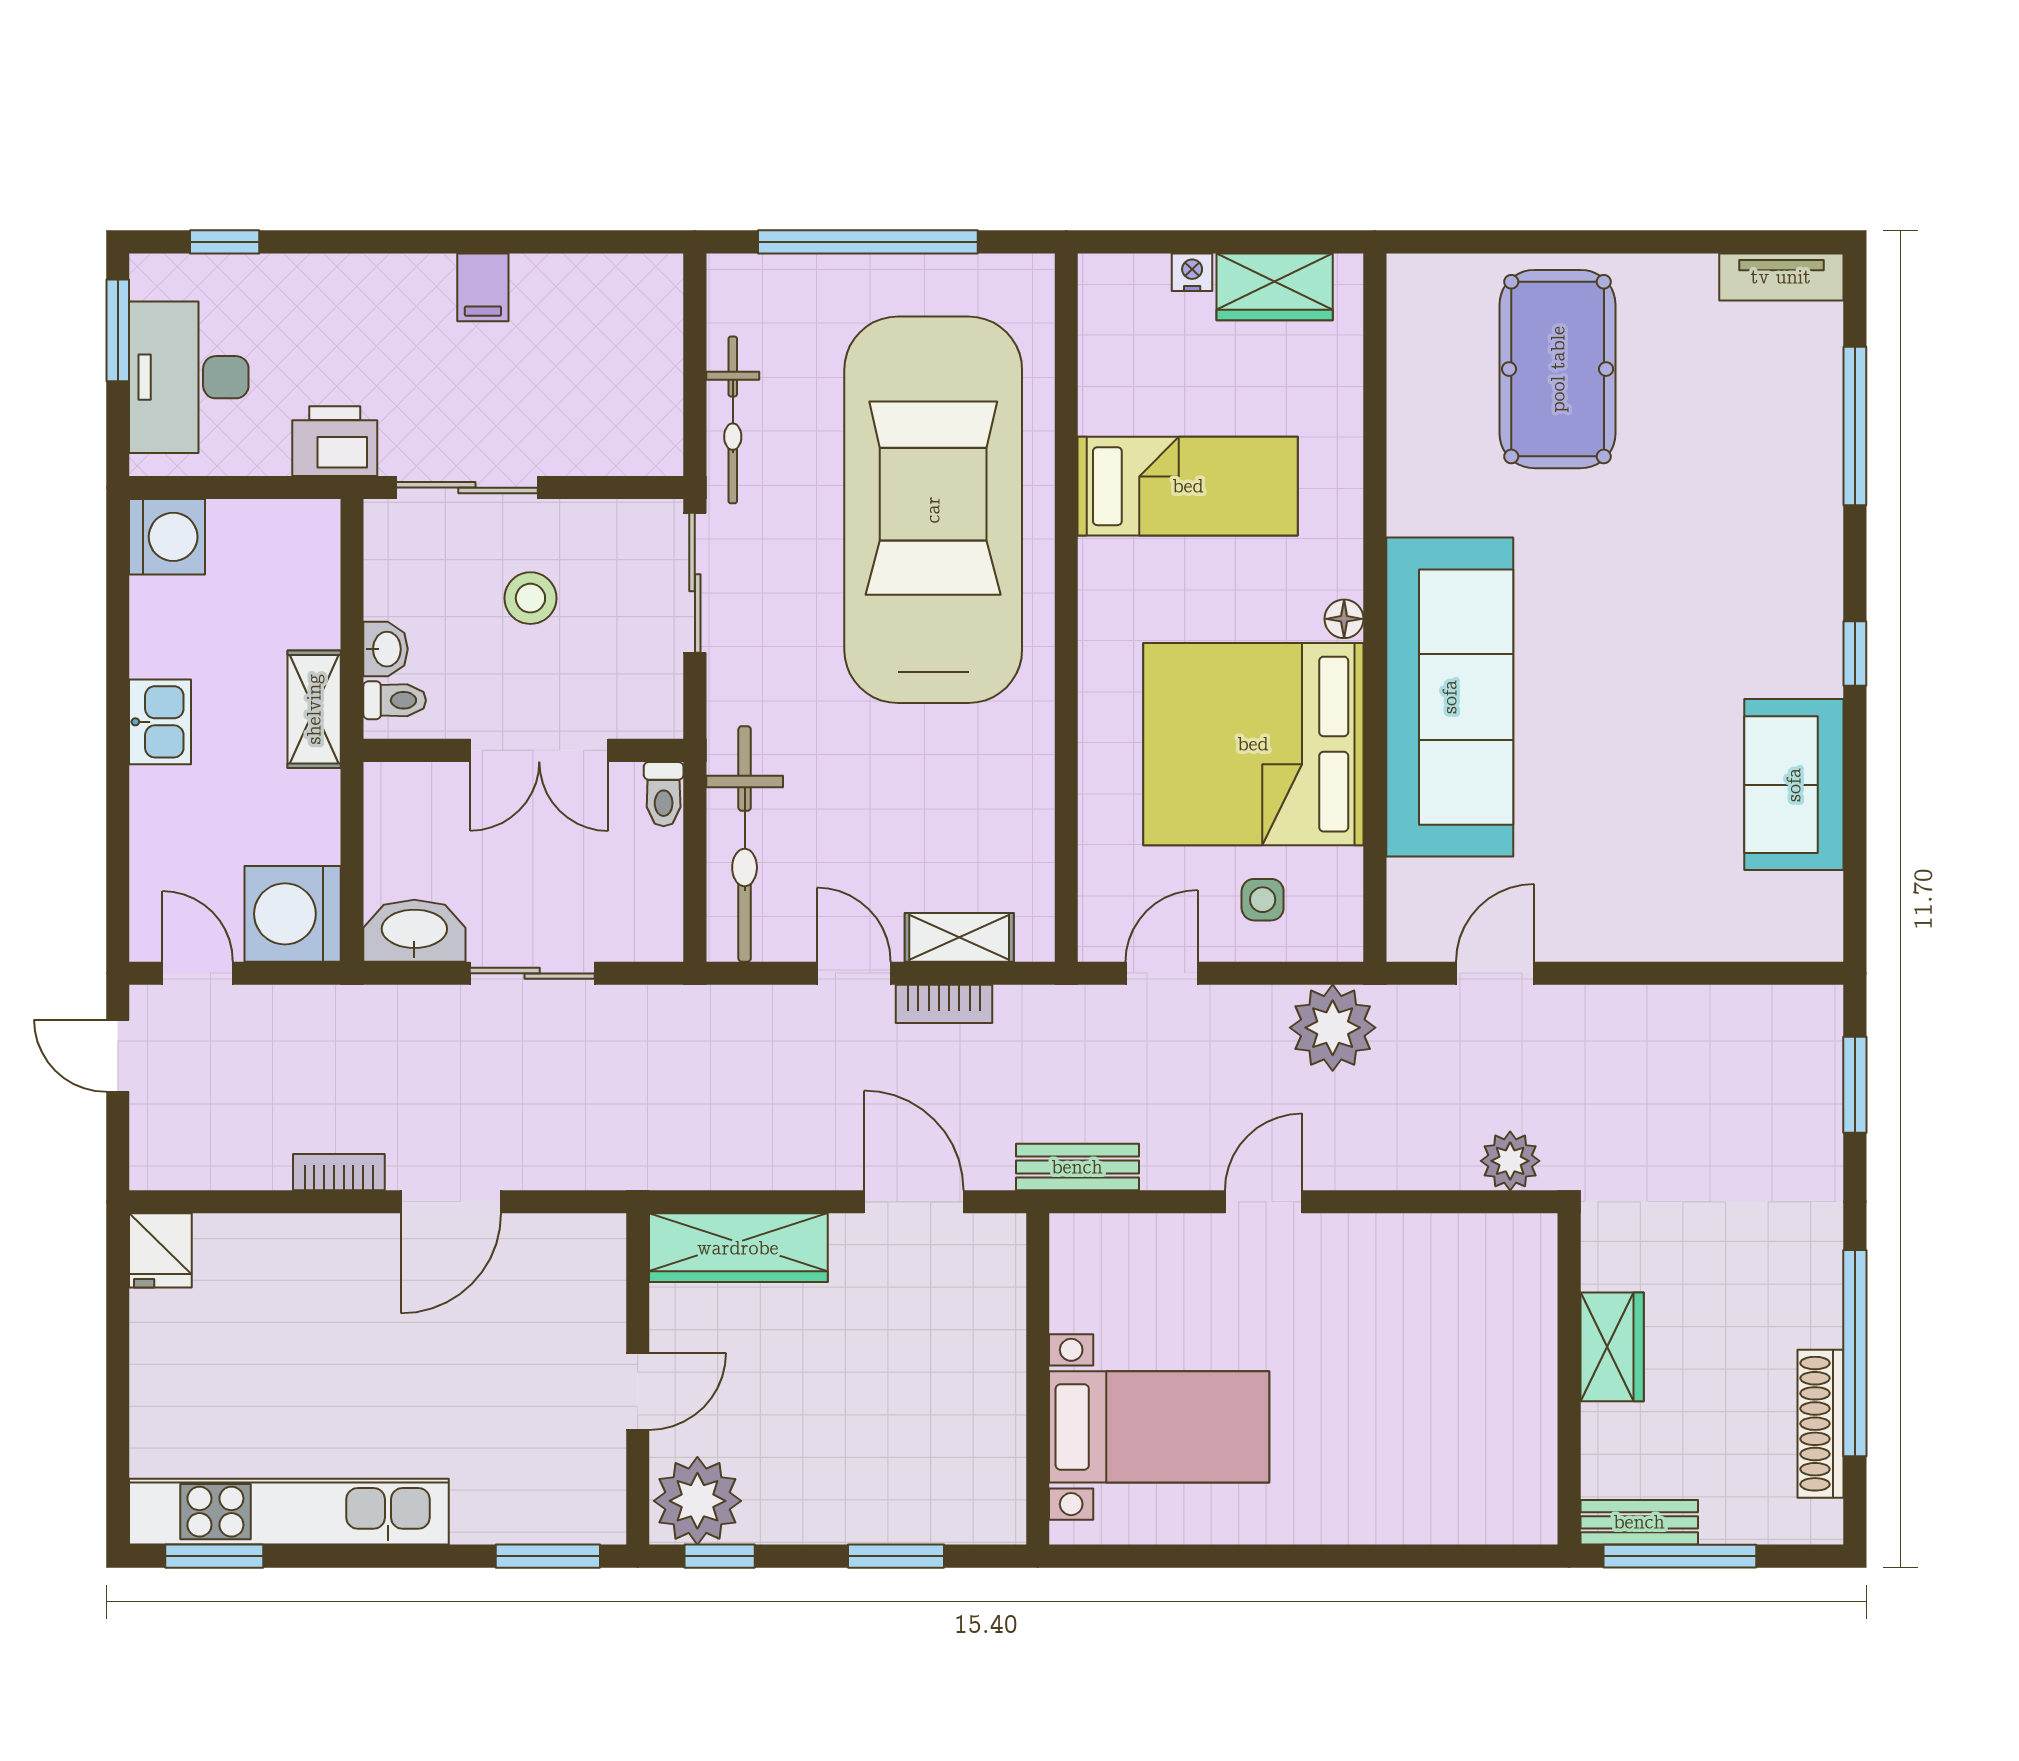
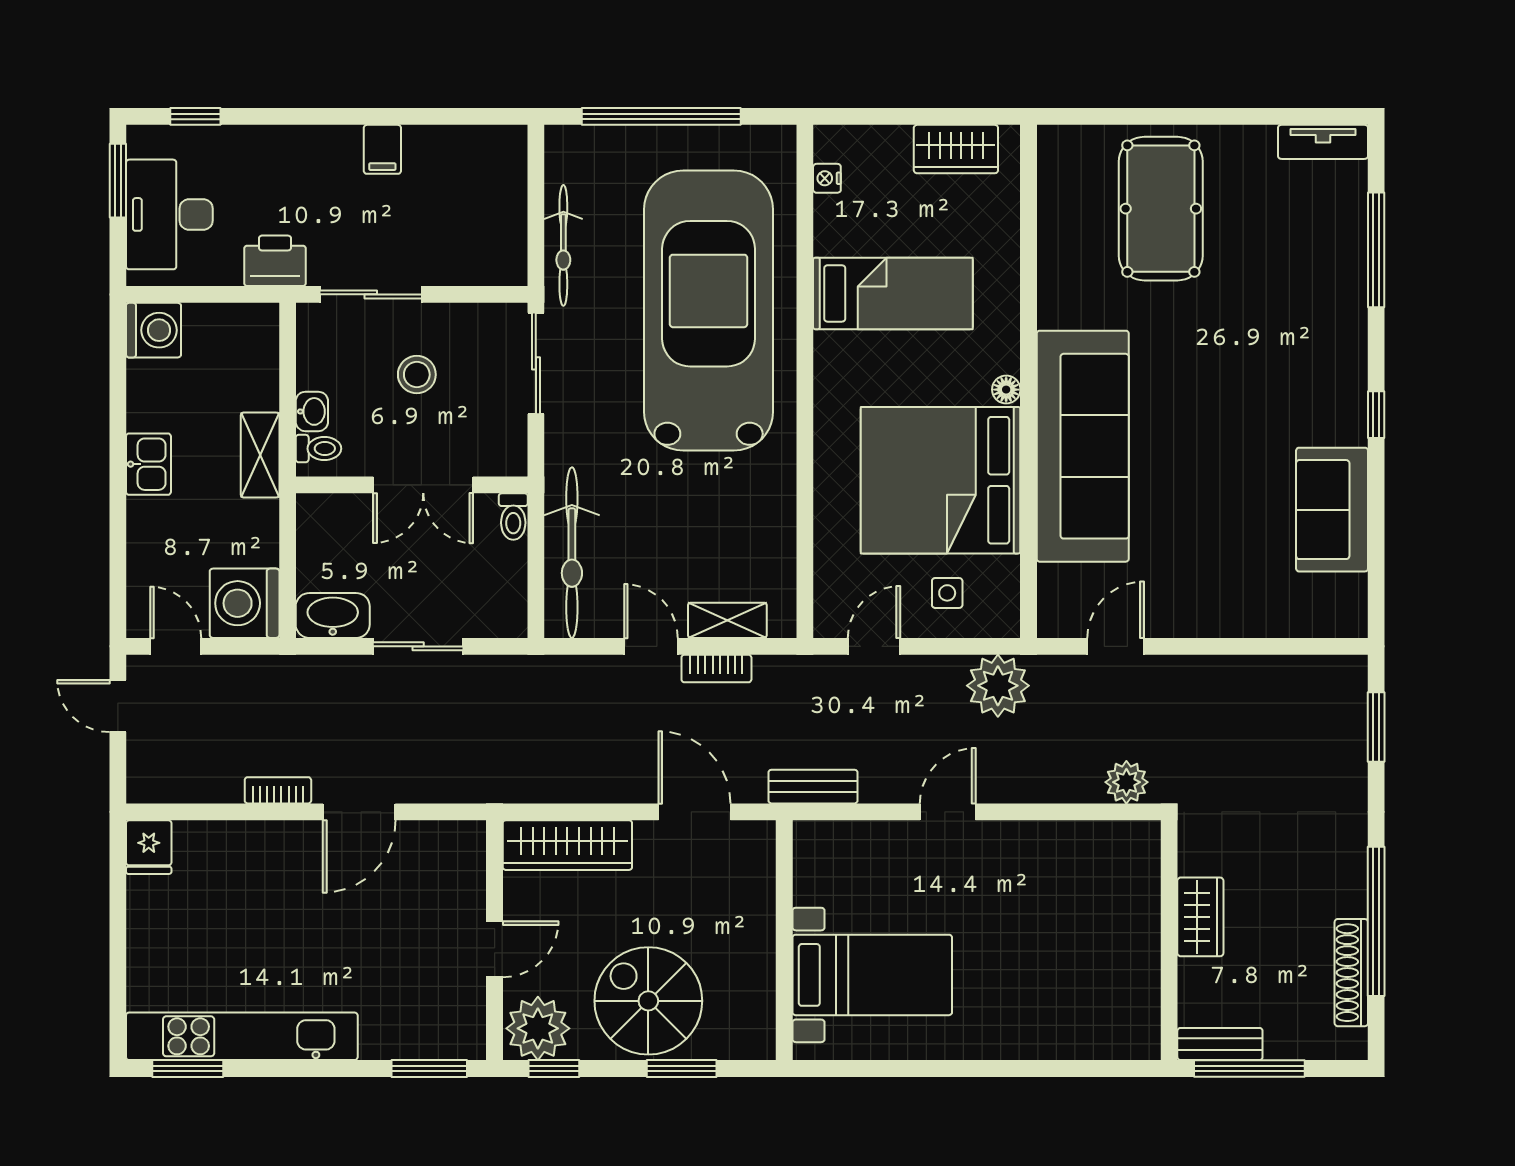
nightstand: (1192, 272) -> (827, 178), moved, turned -90
spiral stairs: (850, 1463) -> (648, 1001), added

